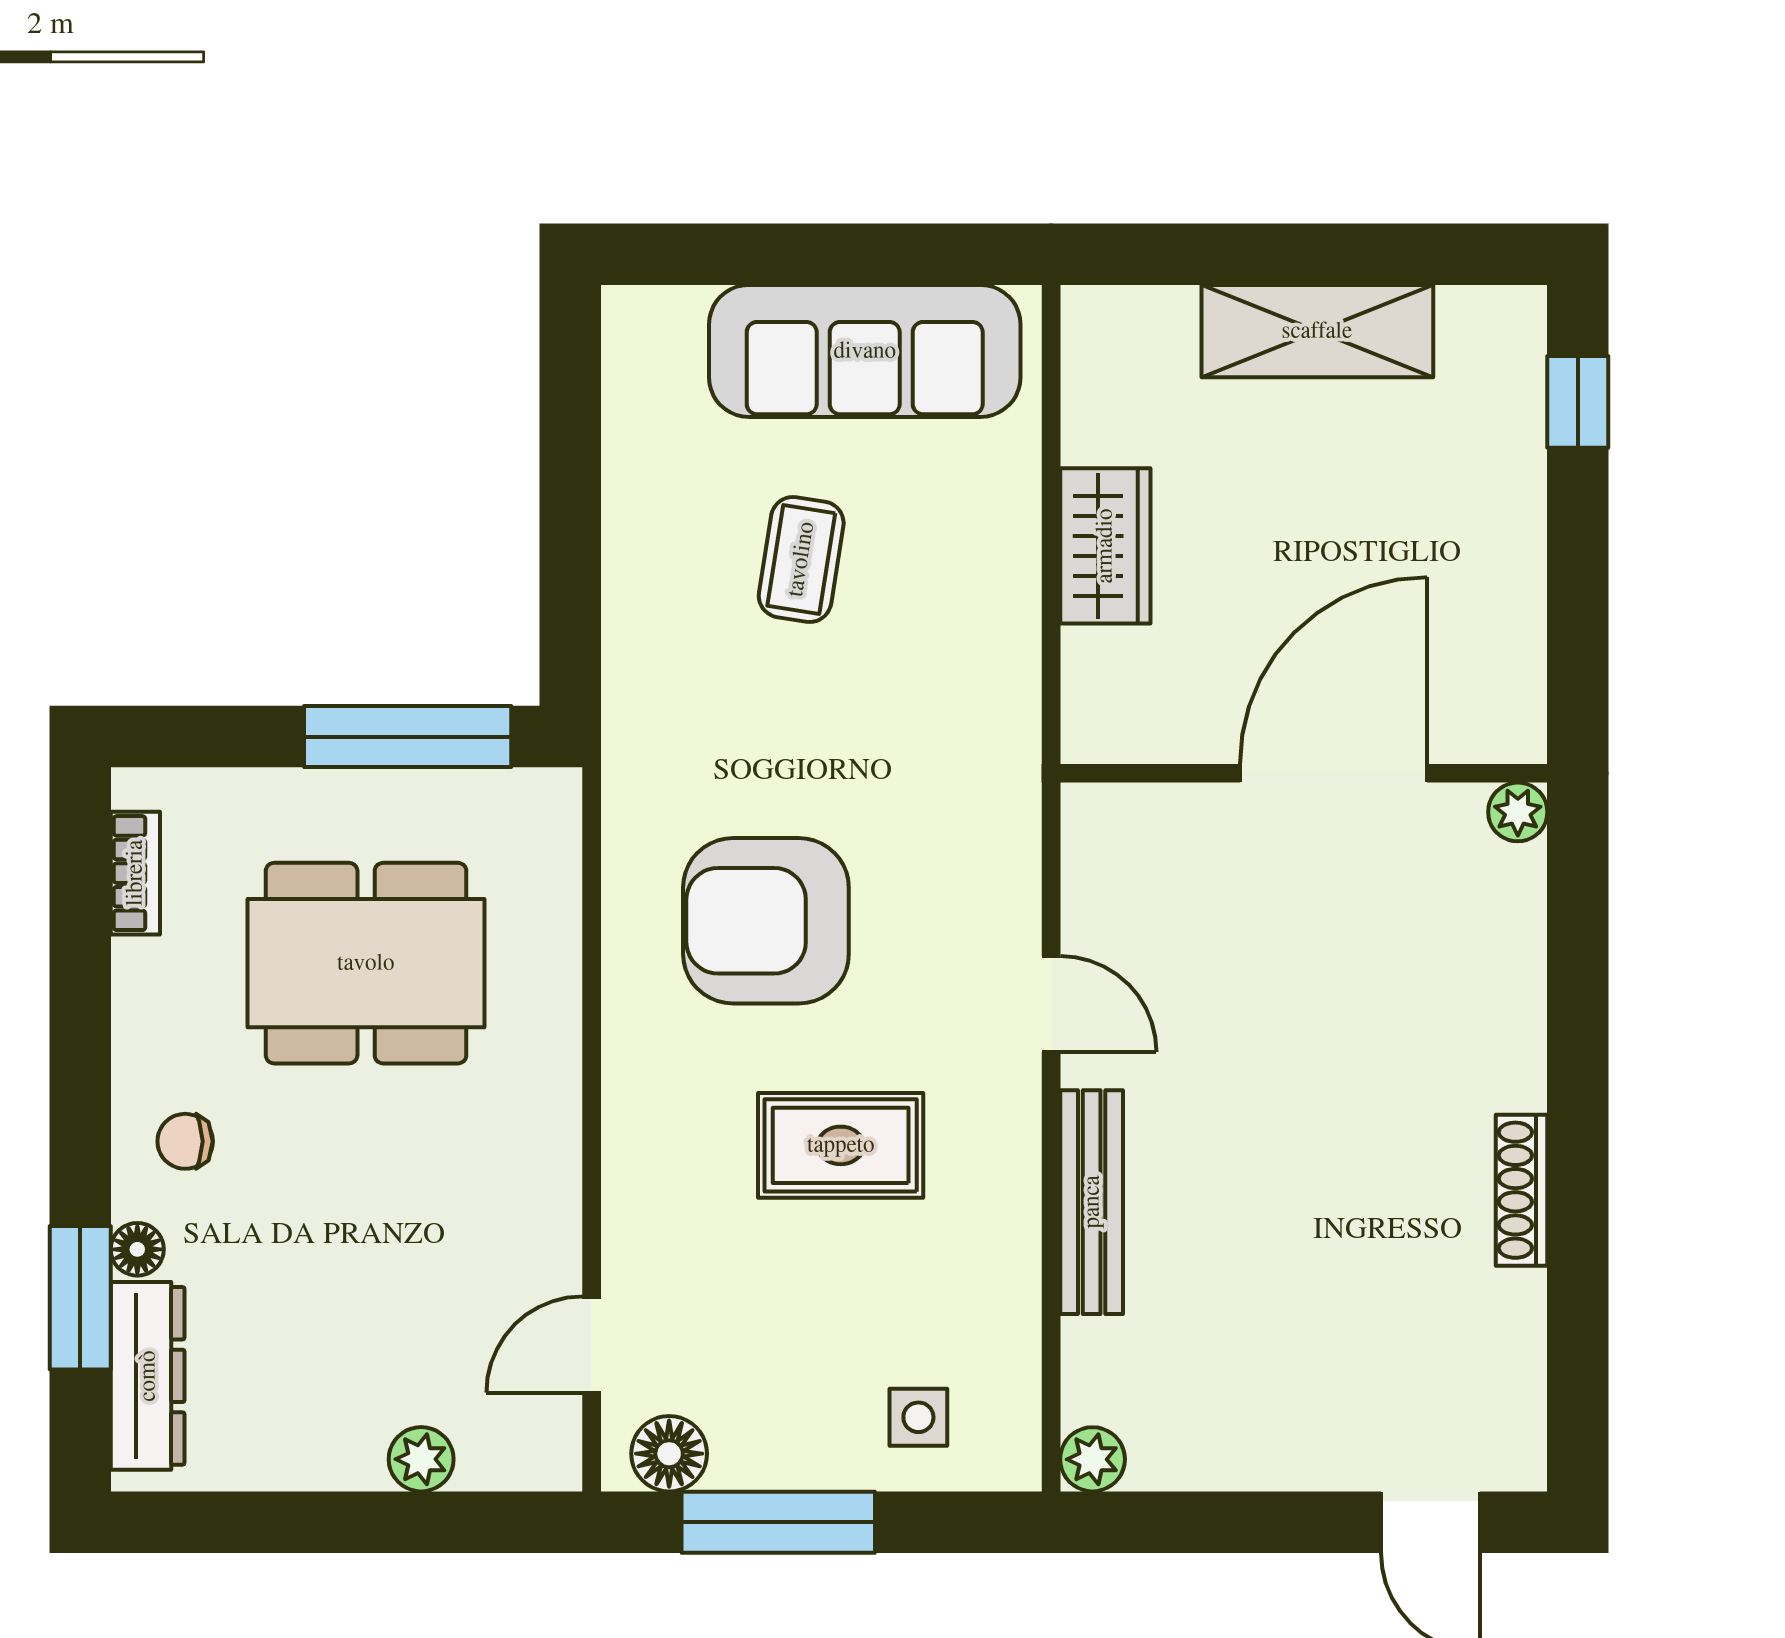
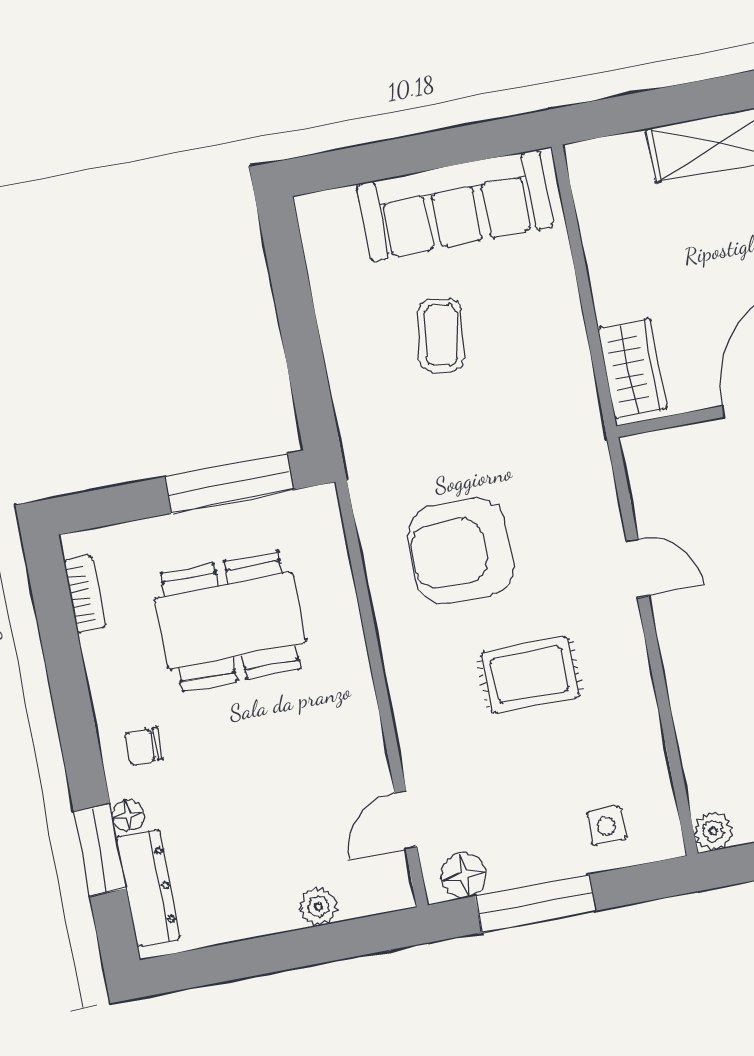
wardrobe: (1105, 546) -> (633, 368), moved
bench: (1092, 1202) -> (684, 680), removed

